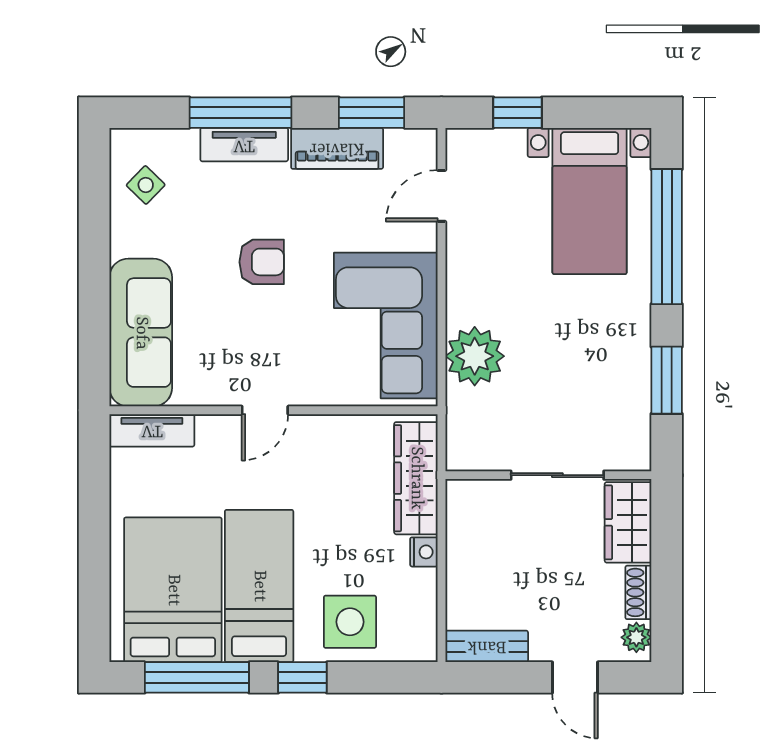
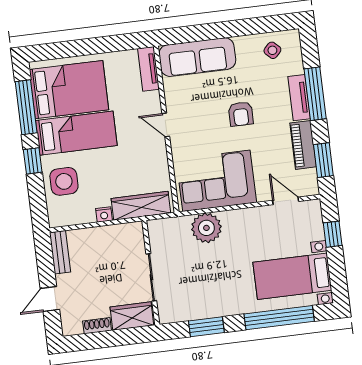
plant: (636, 637) -> (74, 328), removed

